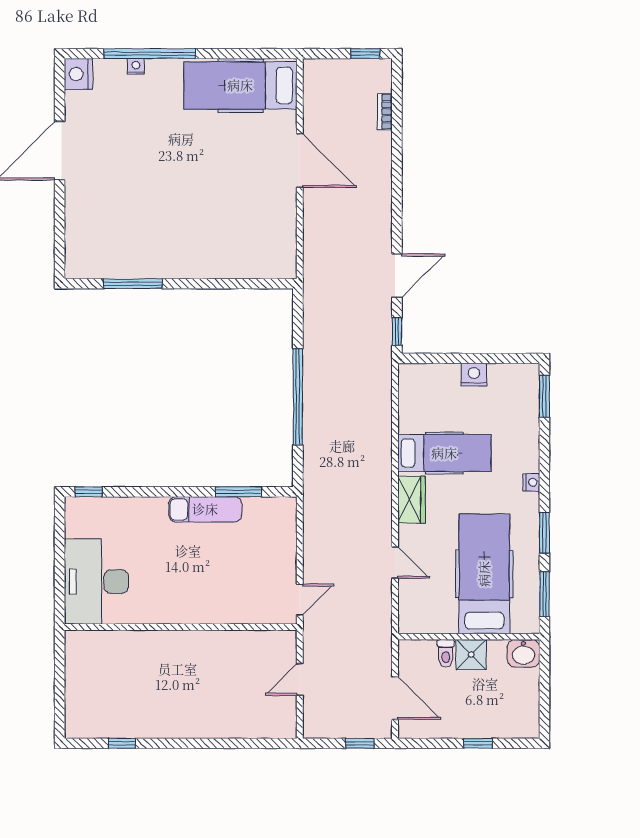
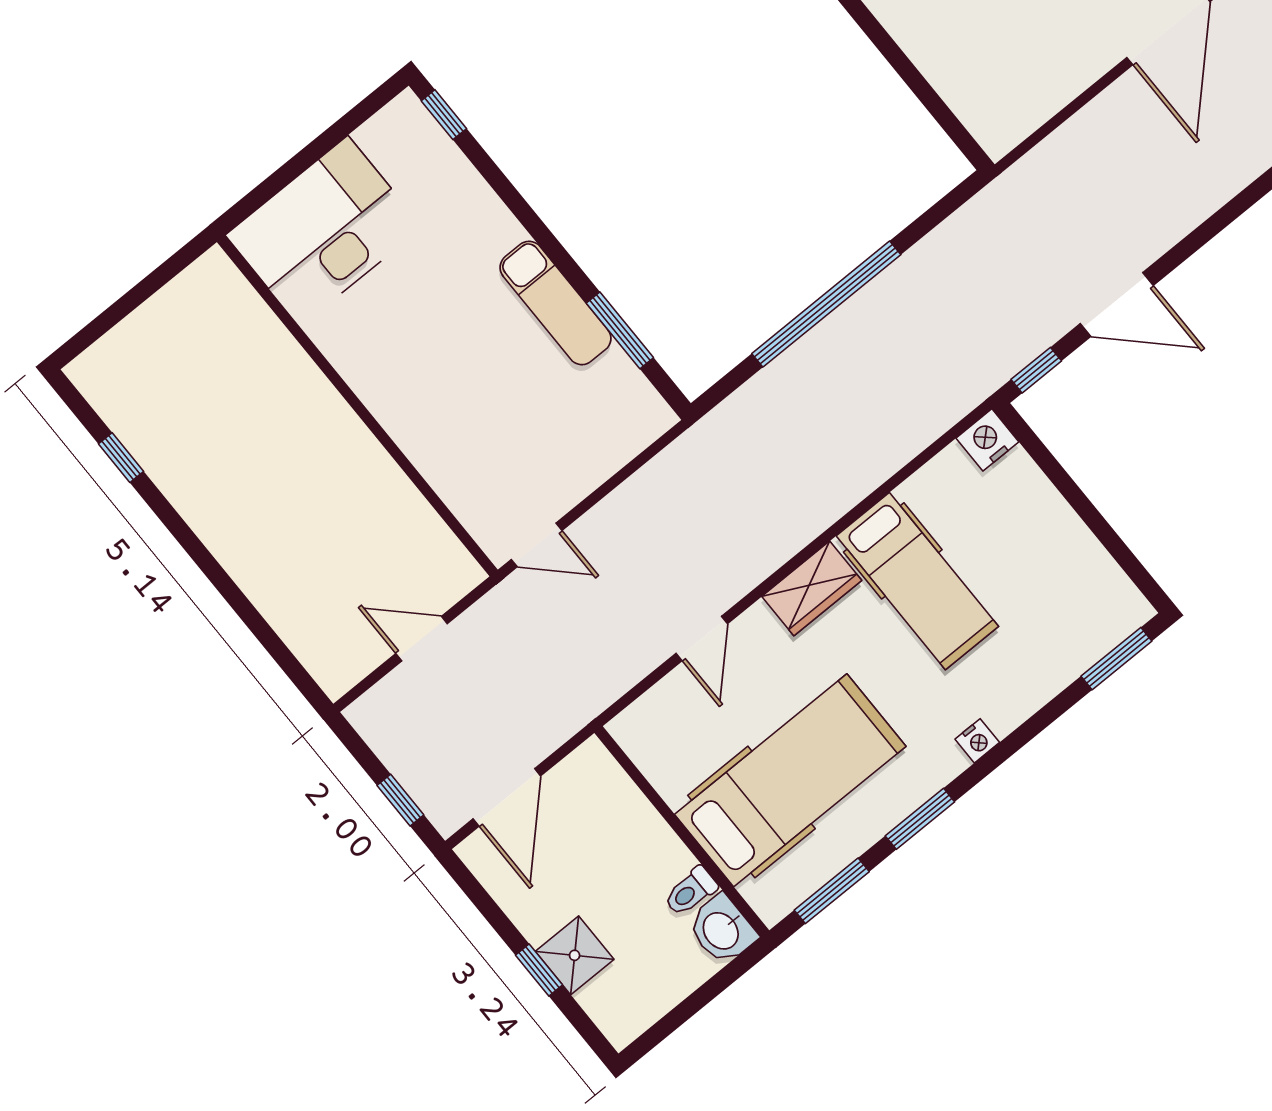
nightstand: (474, 375) -> (987, 440), moved, turned -90
toilet: (446, 653) -> (691, 891), moved
shower: (471, 655) -> (575, 955), moved

